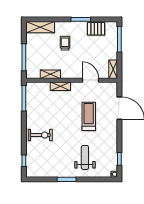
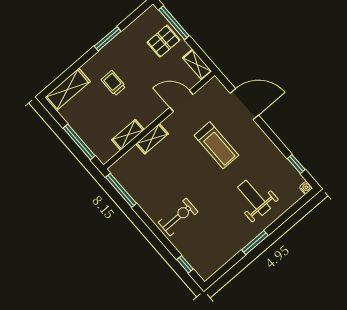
pallet: (96, 29) -> (164, 41), moved
treadmill: (89, 116) -> (216, 145), turned 180

